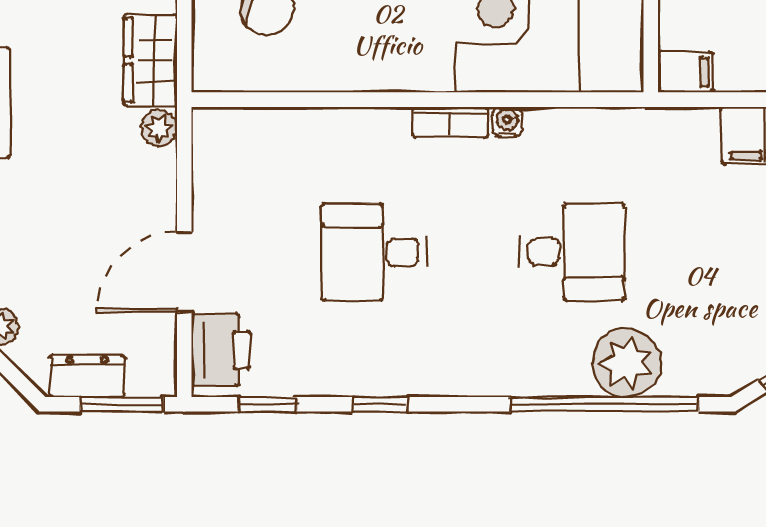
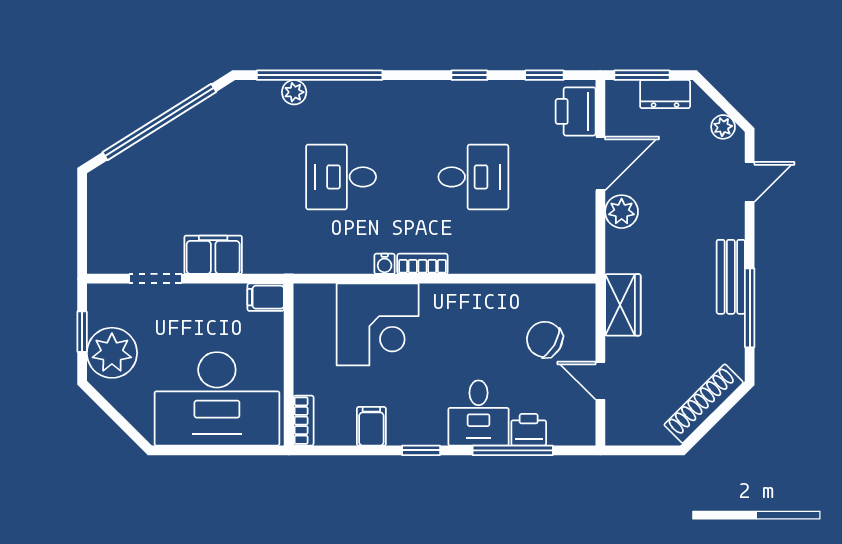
plant: (159, 128) -> (622, 212), moved, width x1.38, depth x1.38
plant: (627, 363) -> (294, 92), width x0.53, depth x0.53

